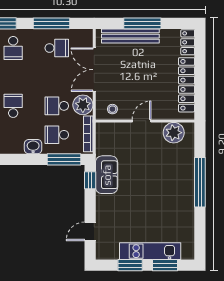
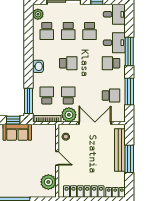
school desk: (57, 48) -> (111, 95), turned -90
washbasin: (33, 147) -> (38, 66), moved

